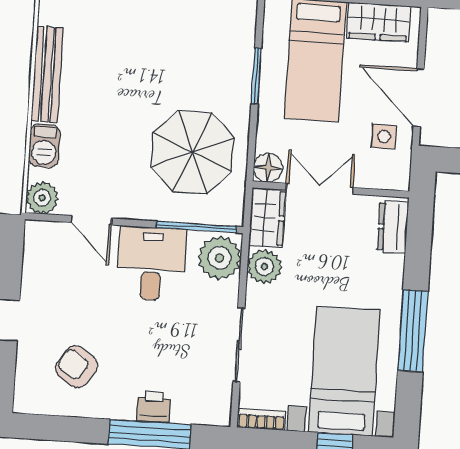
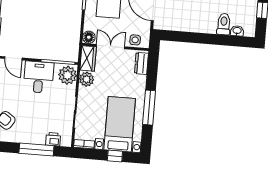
side table: (384, 136) -> (135, 40), moved
parasol: (192, 152) -> (57, 30), removed
printer: (154, 407) -> (53, 139), moved

